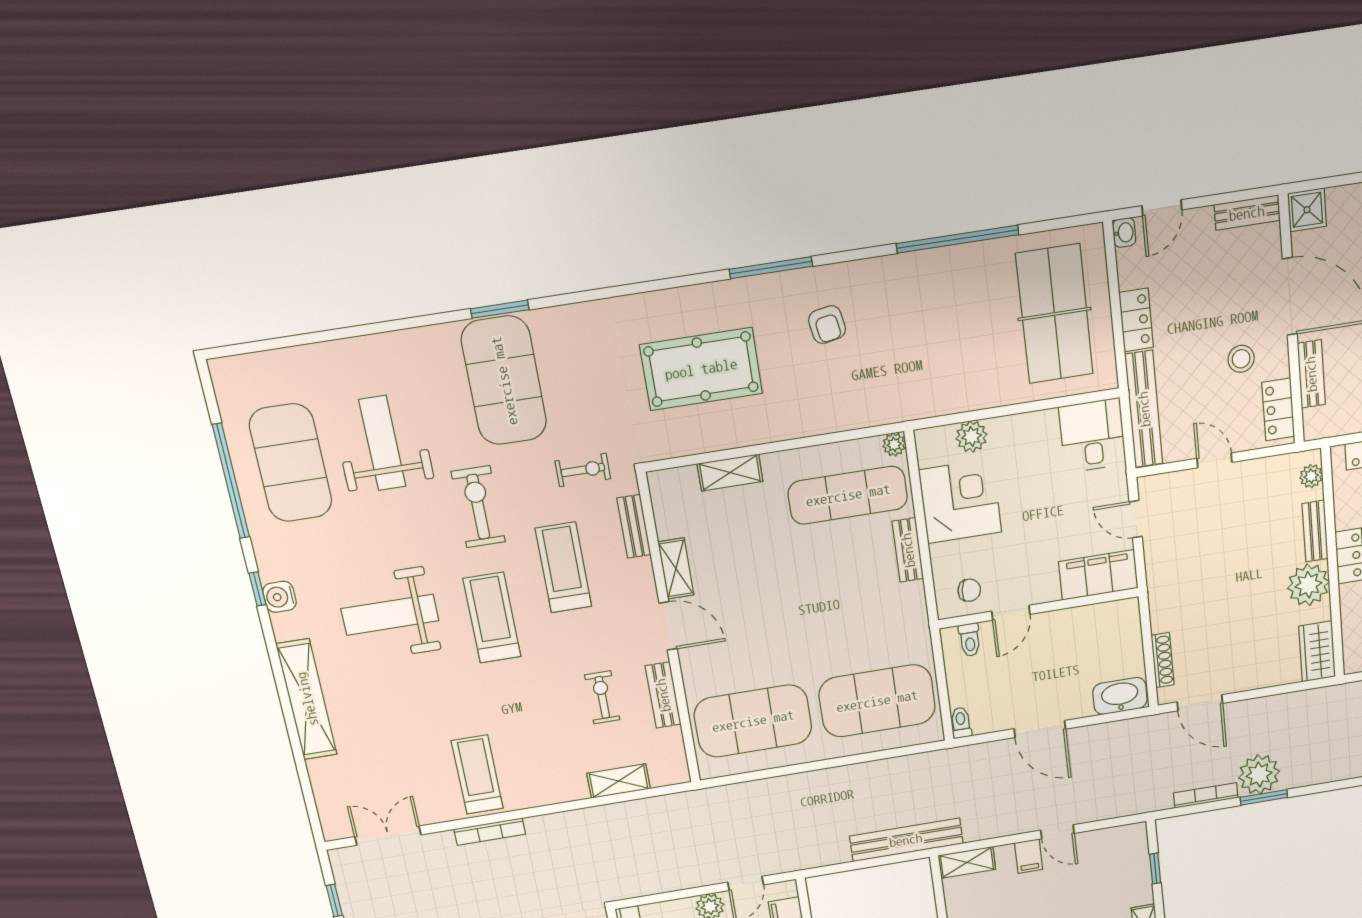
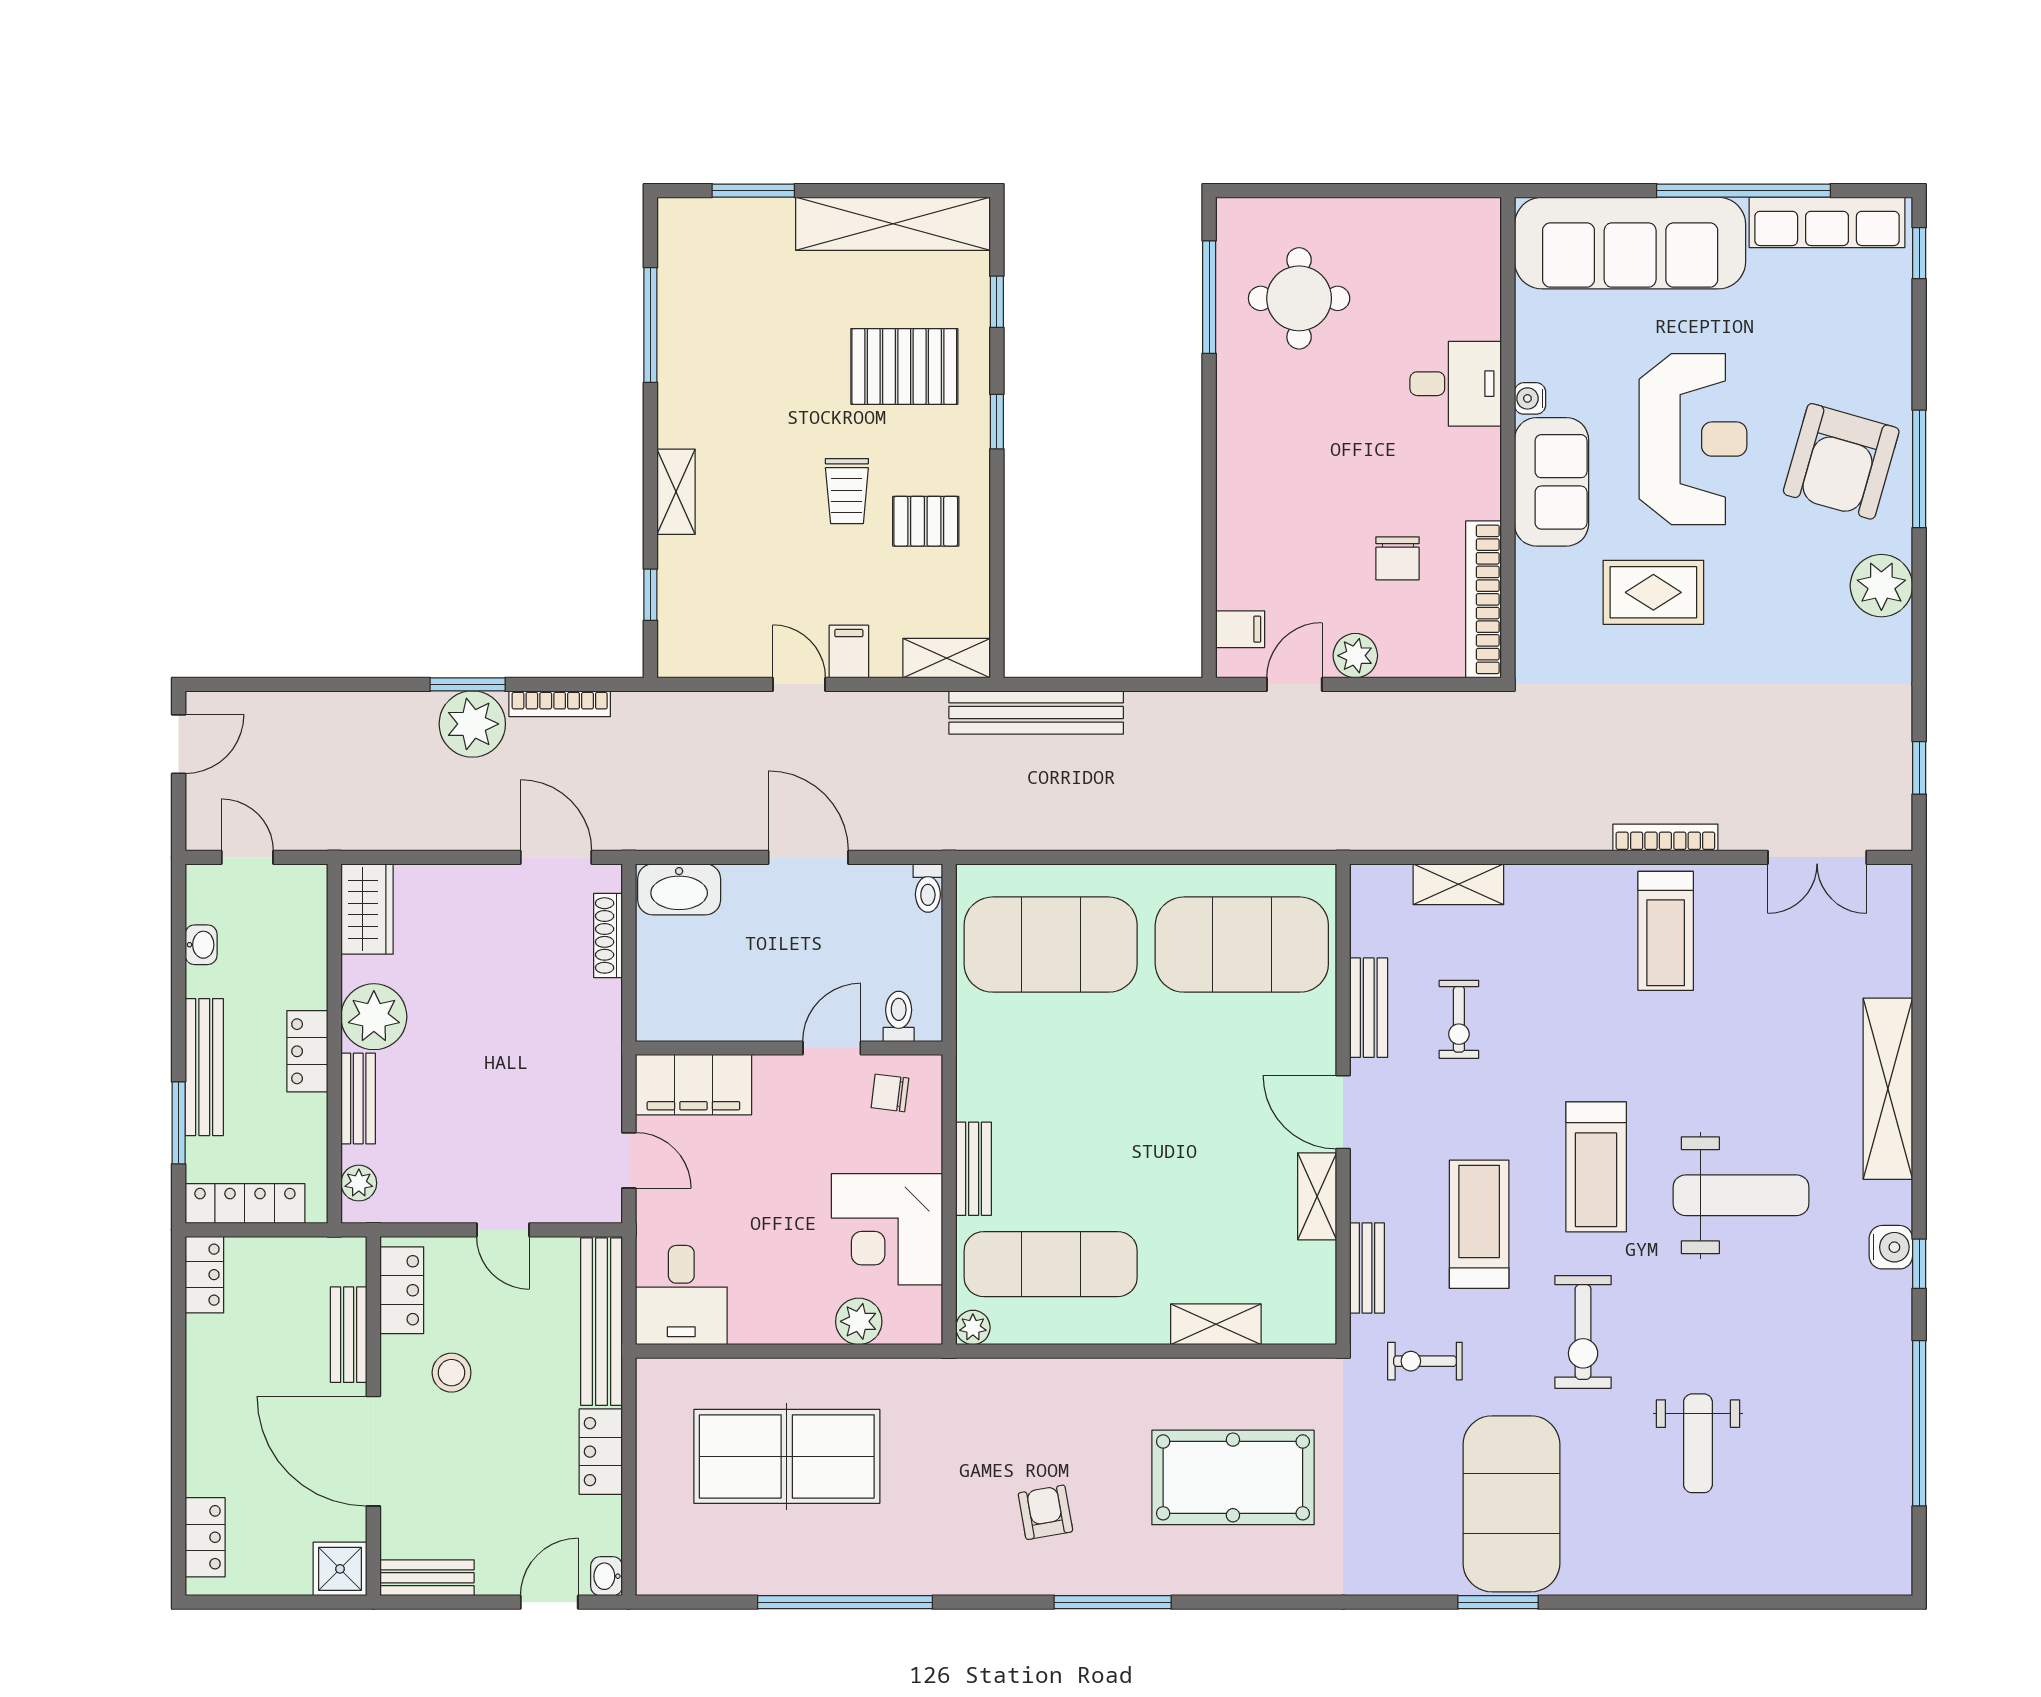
table tennis table: (1054, 314) -> (787, 1456), moved, turned 90
weight bench: (382, 443) -> (1698, 1443), width x0.73, depth x0.75
exercise mat: (291, 463) -> (1831, 1436), removed
treadmill: (563, 567) -> (1479, 1224), turned 180

